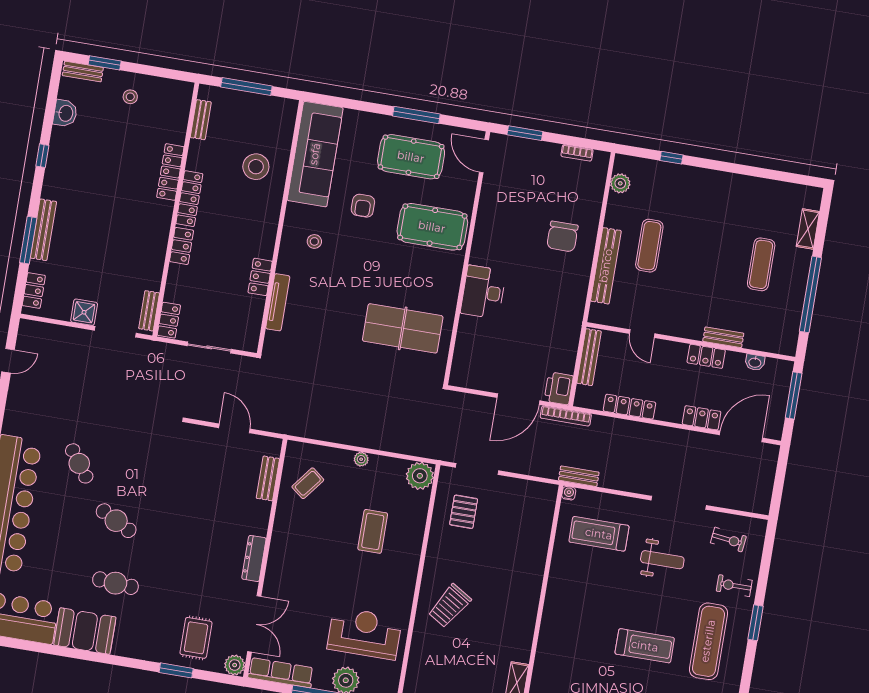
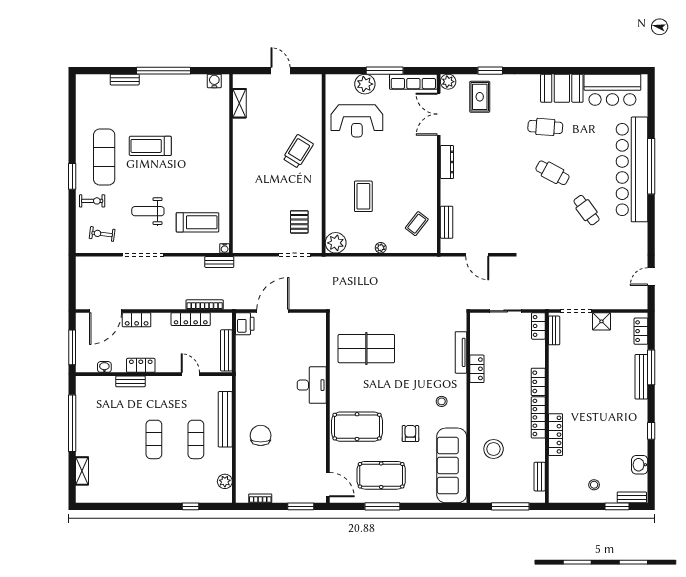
exercise mat: (761, 264) -> (154, 439), moved
bookcase: (566, 416) -> (205, 305), moved

